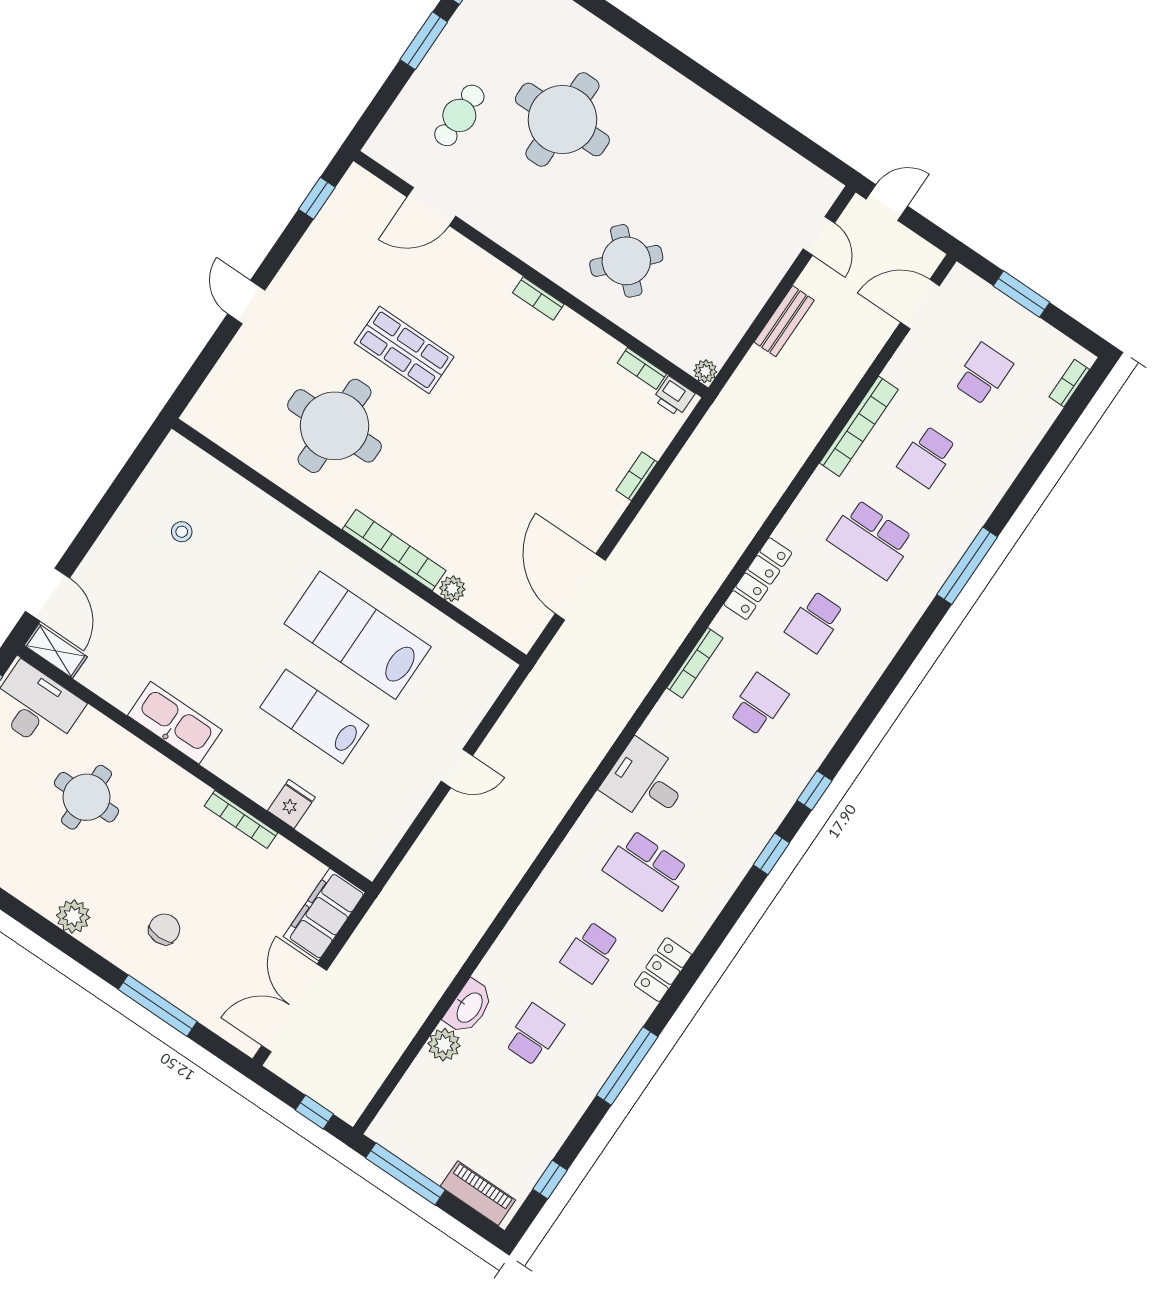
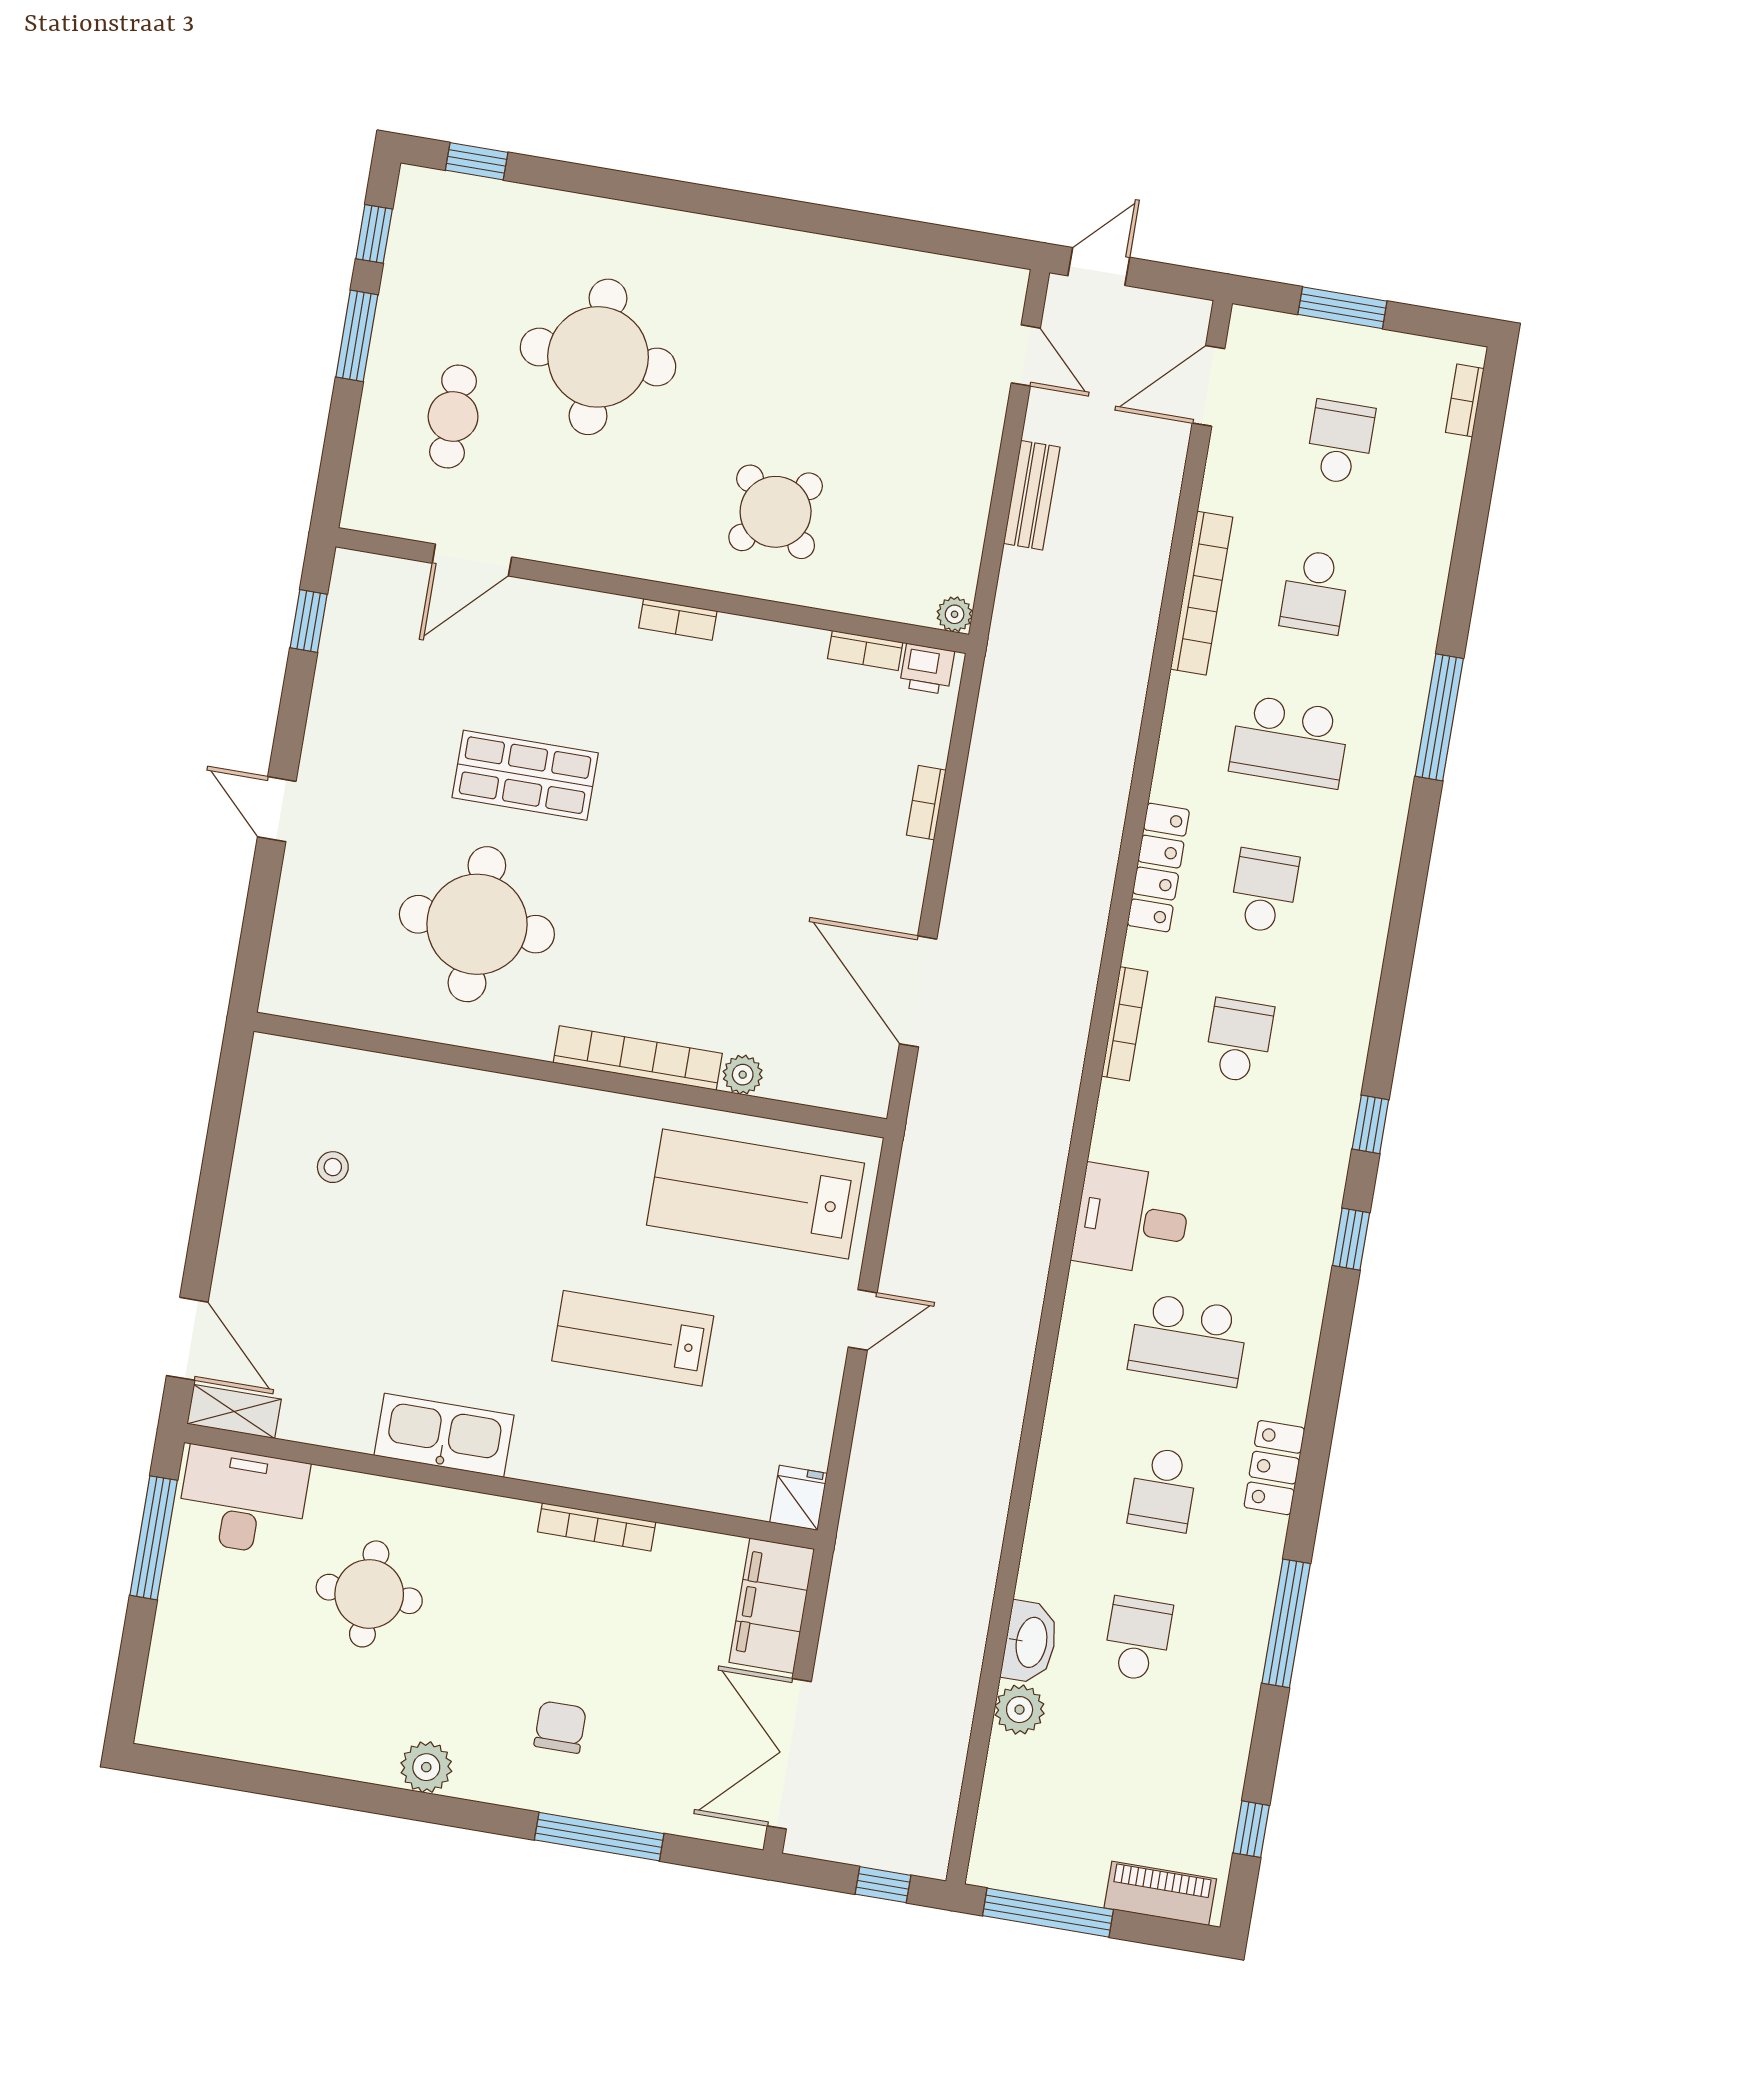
school desk: (815, 622) -> (1264, 891), turned 180
lab bench: (358, 635) -> (755, 1194), moved
fridge: (291, 804) -> (798, 1498), moved

